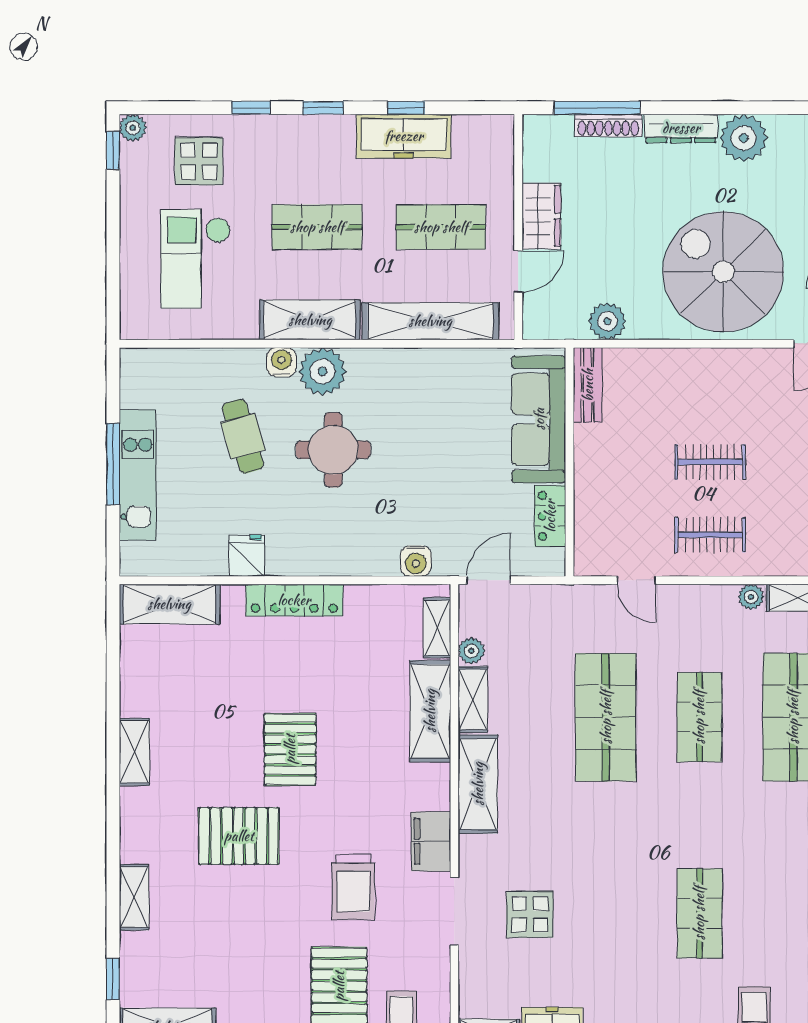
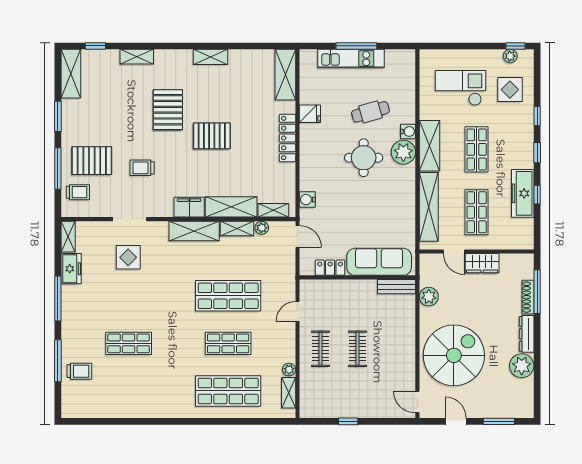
plant: (133, 128) -> (510, 56), moved
filing cabinet: (431, 841) -> (189, 207), moved
trolley: (353, 887) -> (142, 168), width x0.73, depth x0.72

